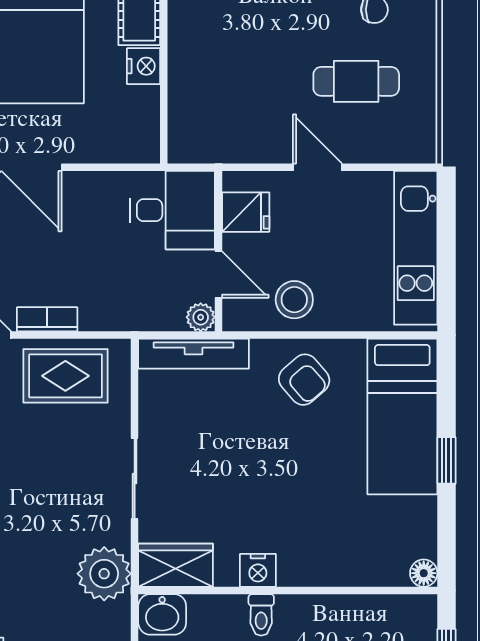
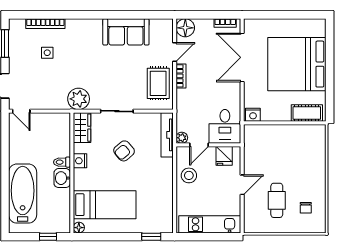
nightstand: (144, 66) -> (253, 115), moved
armchair: (304, 380) -> (124, 151), moved
bed: (402, 417) -> (105, 205), moved, turned 180
window: (446, 460) -> (151, 237), moved
washbasin: (162, 614) -> (62, 178), moved

